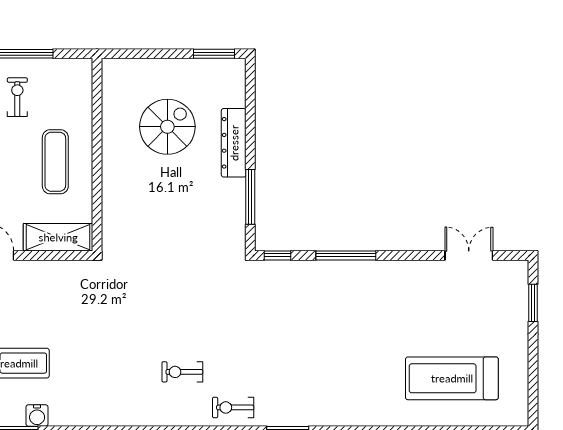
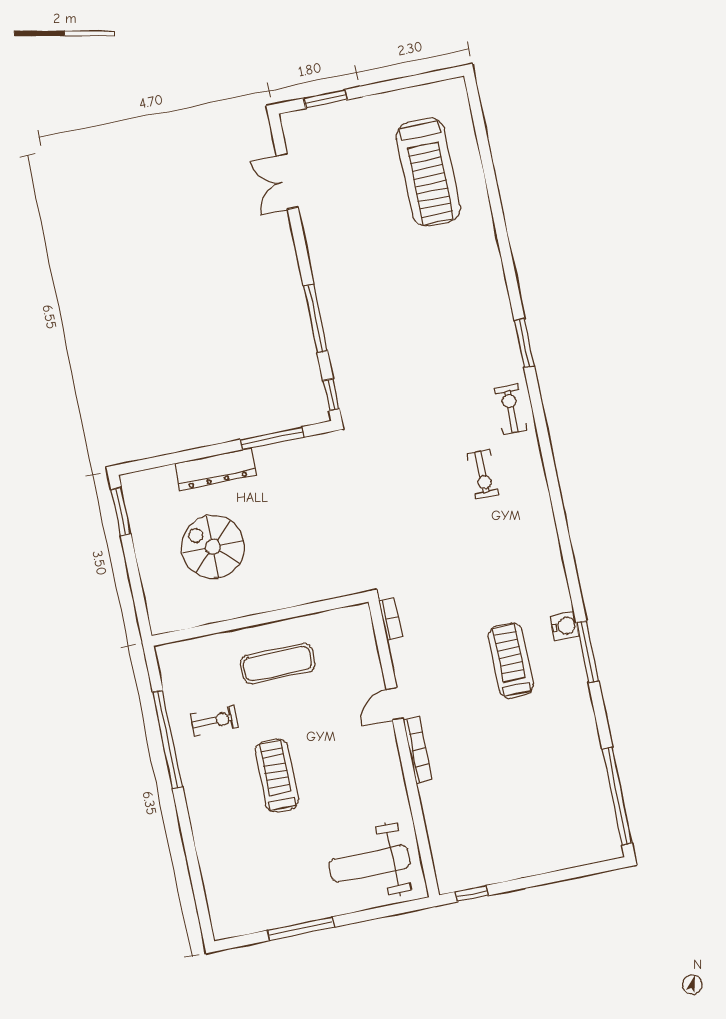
exercise bike: (17, 97) -> (214, 721), turned 180
shelving: (58, 237) -> (361, 644), removed
bookcase: (74, 267) -> (390, 619), added
exercise bike: (233, 407) -> (511, 409), turned 180

